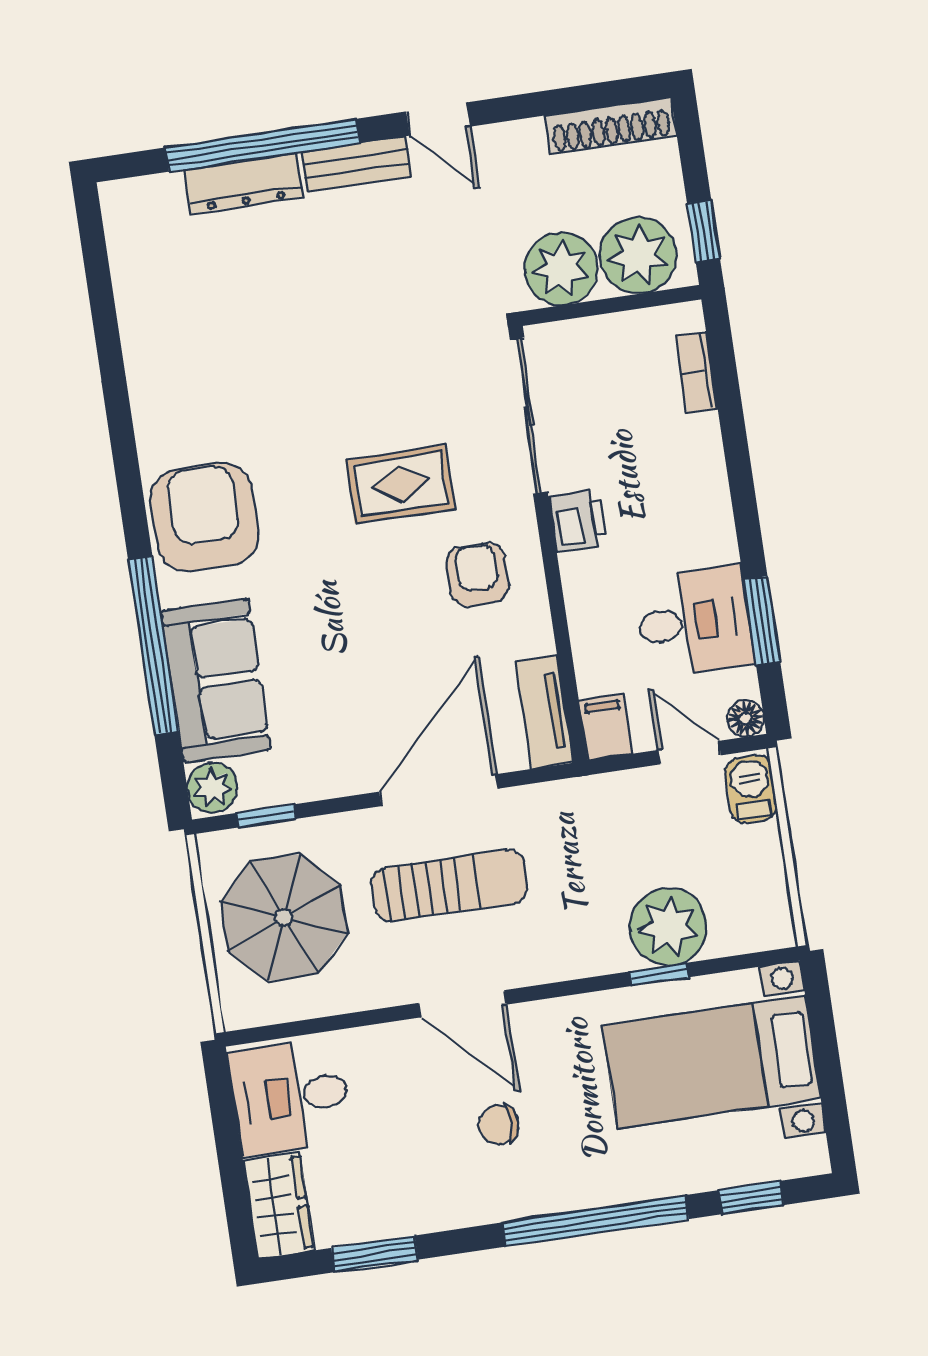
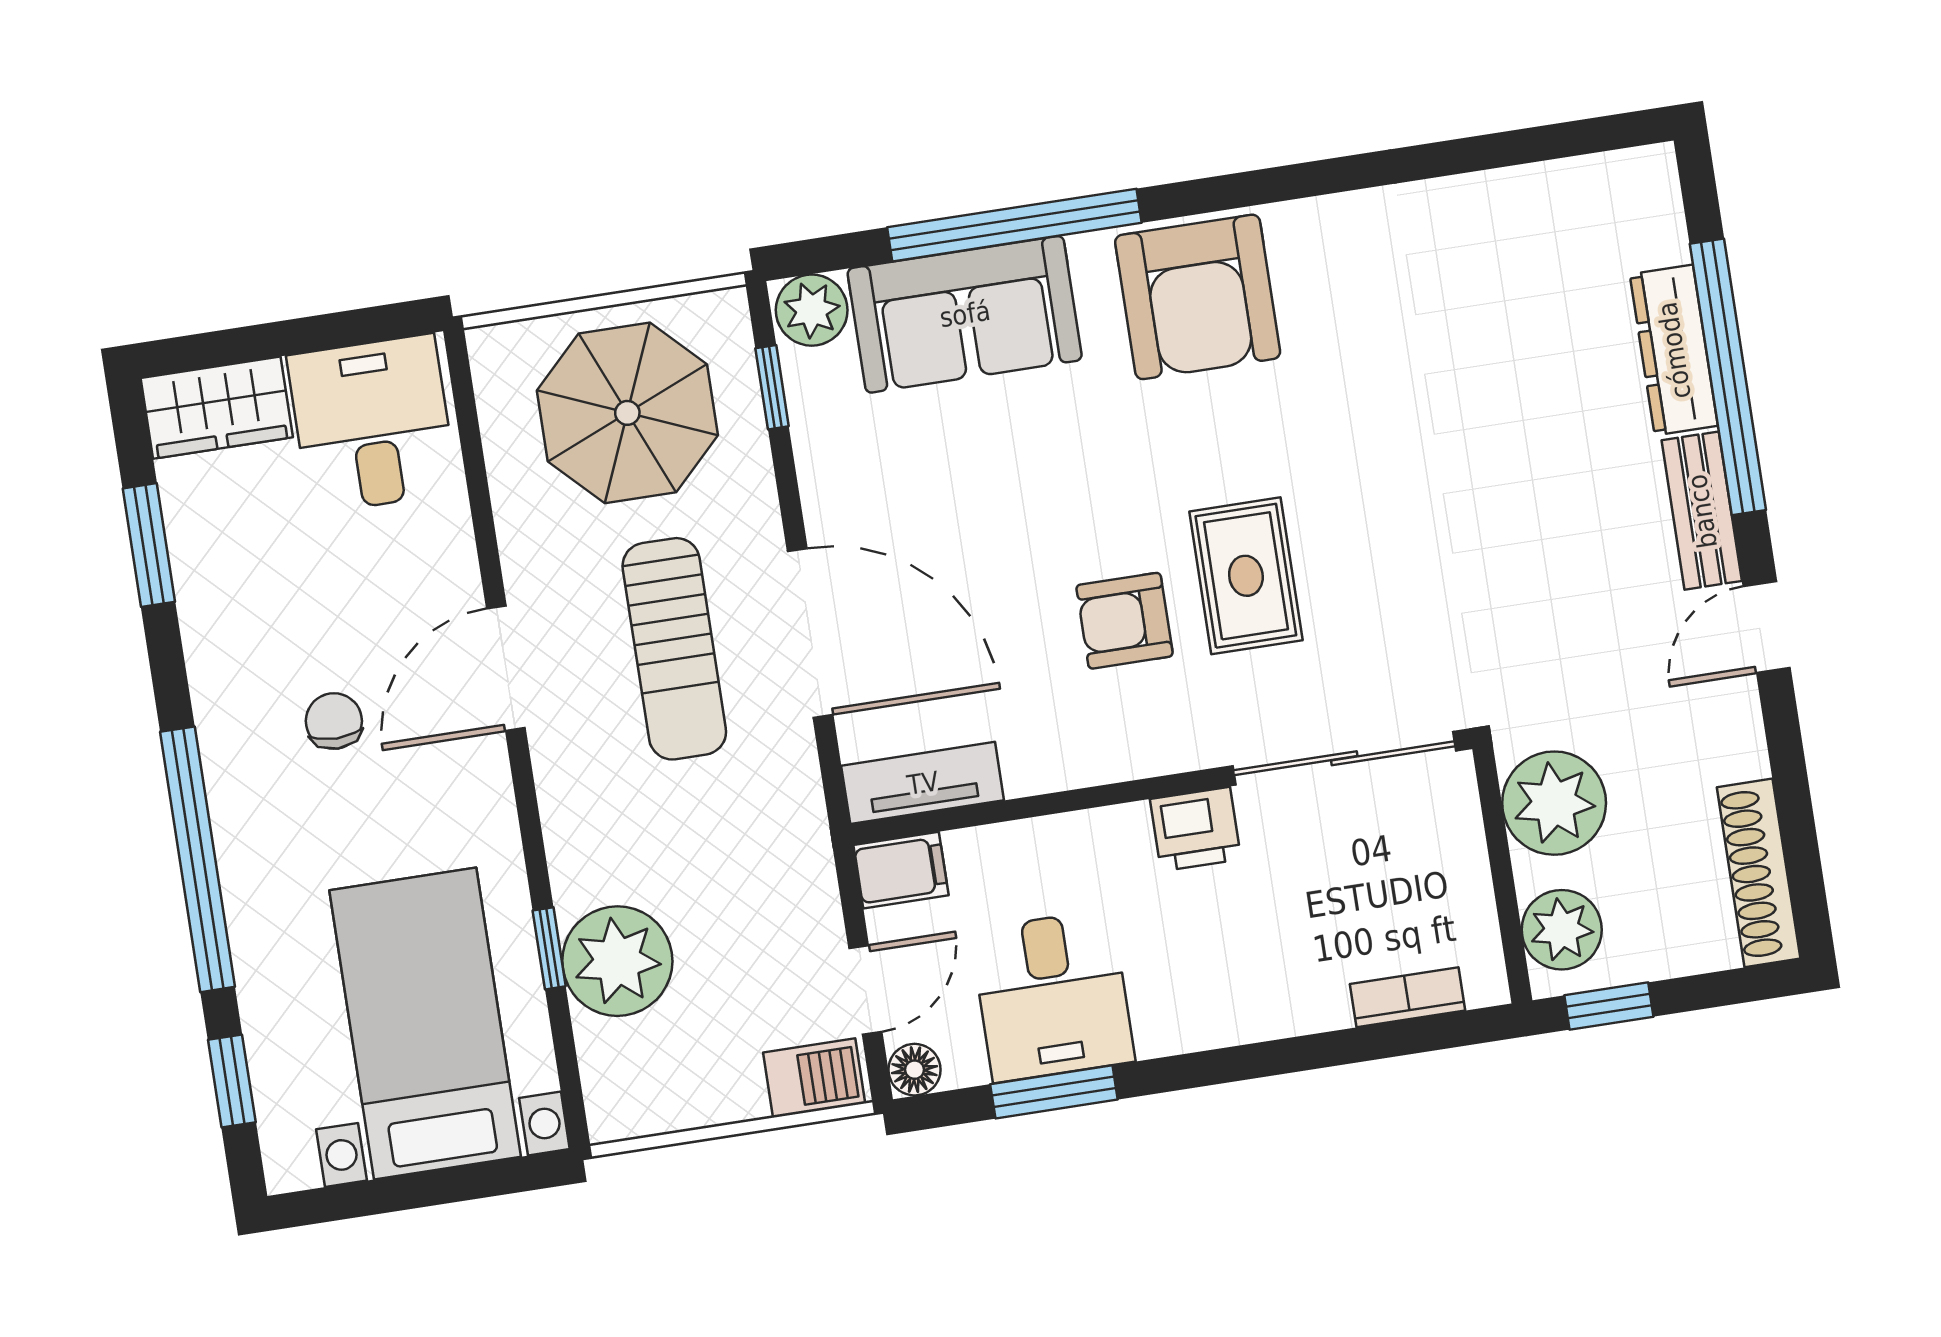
plant: (638, 255) -> (1562, 930), width x0.73, depth x0.73
armchair: (204, 517) -> (1198, 297), turned 90
armchair: (478, 575) -> (1125, 621), moved, turned 180

